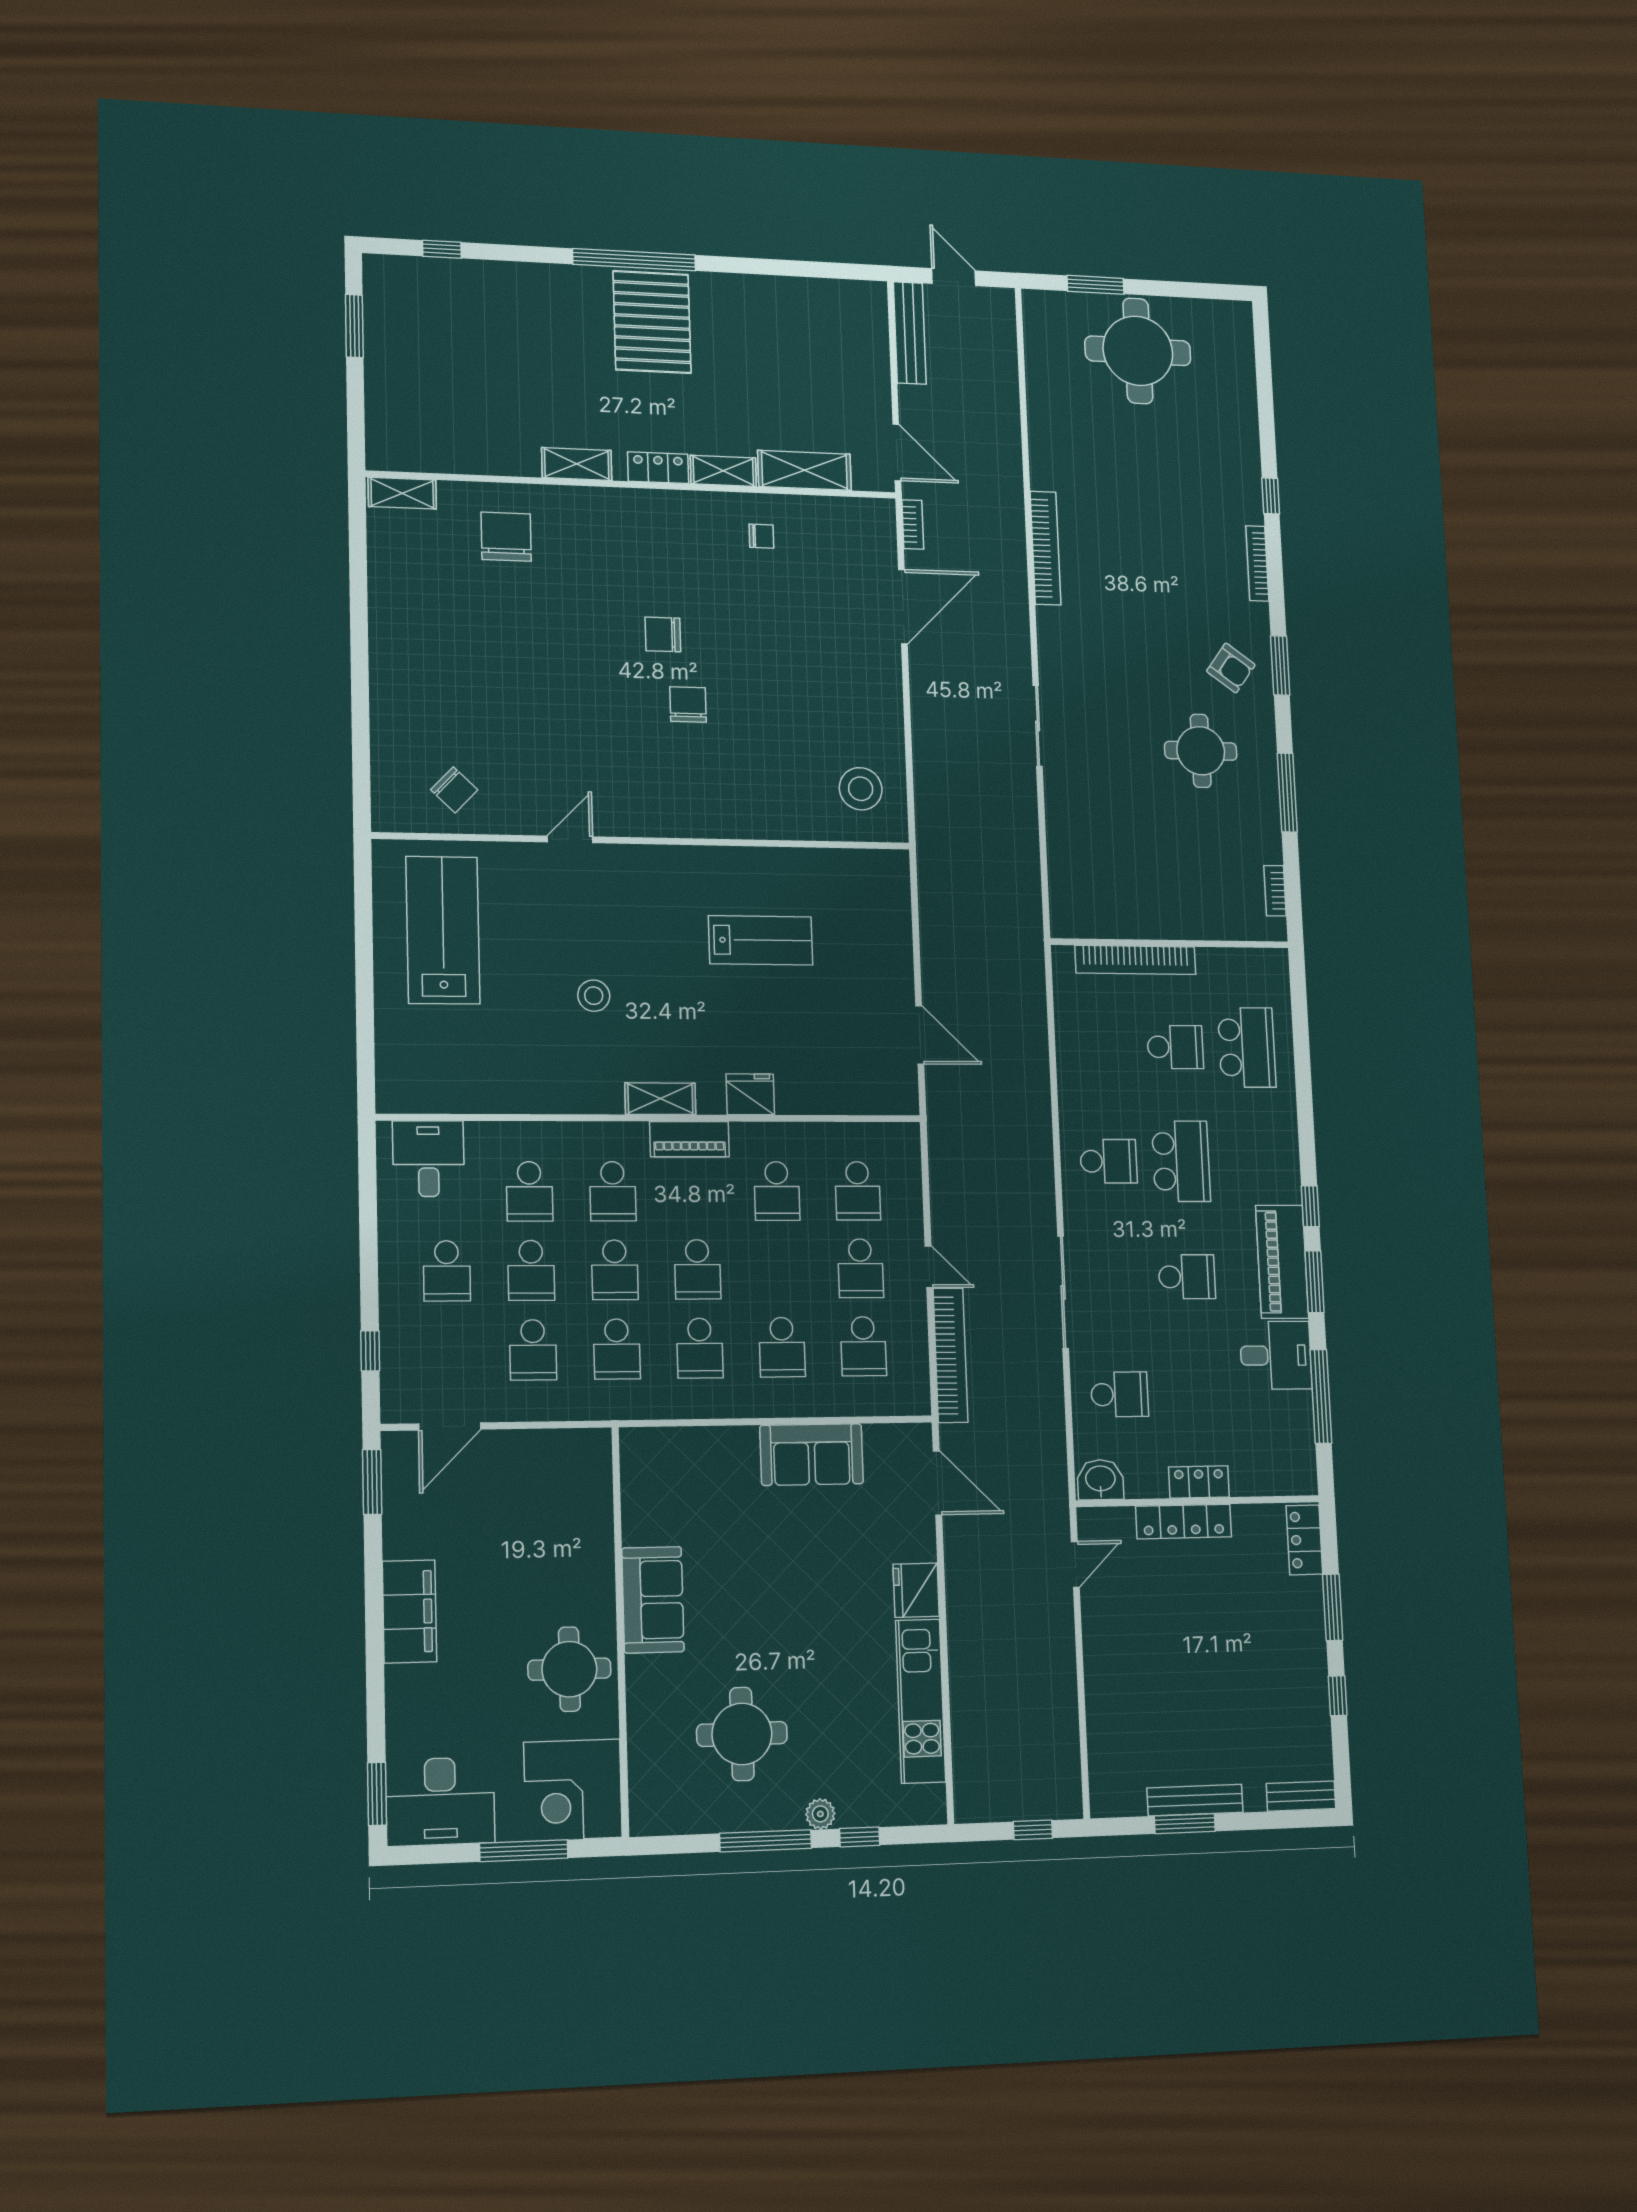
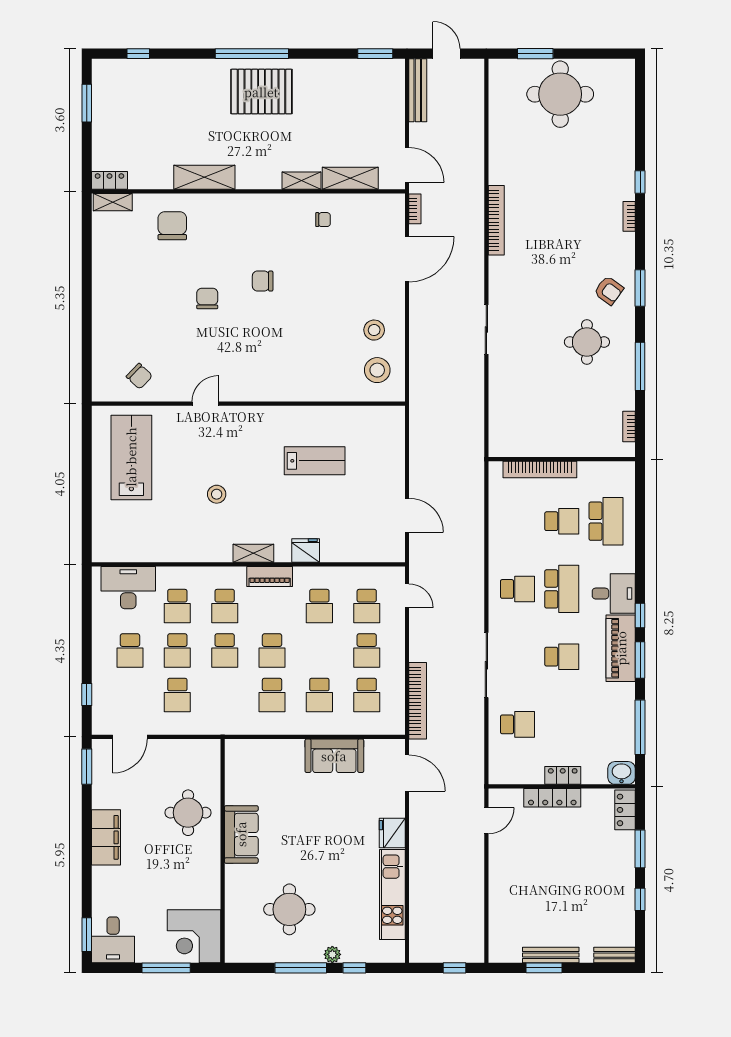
window: (838, 271) -> (375, 54), added
pallet: (652, 322) -> (261, 92), turned 90
shelving: (577, 464) -> (204, 177), width x1.50, depth x1.33
locker: (658, 468) -> (109, 180), moved
bookcase: (1257, 563) -> (629, 216), width x0.64
chair: (688, 704) -> (207, 299), moved
stool: (853, 722) -> (374, 330), added
desk: (428, 1159) -> (128, 588), width x1.37
door: (929, 1267) -> (407, 596), moved
school desk: (617, 1349) -> (225, 695), removed
desk: (1276, 1355) -> (614, 594), moved
washbasin: (1100, 1480) -> (622, 773), moved
round table: (569, 1669) -> (188, 813), moved
desk: (440, 1801) -> (113, 940), width x0.73

